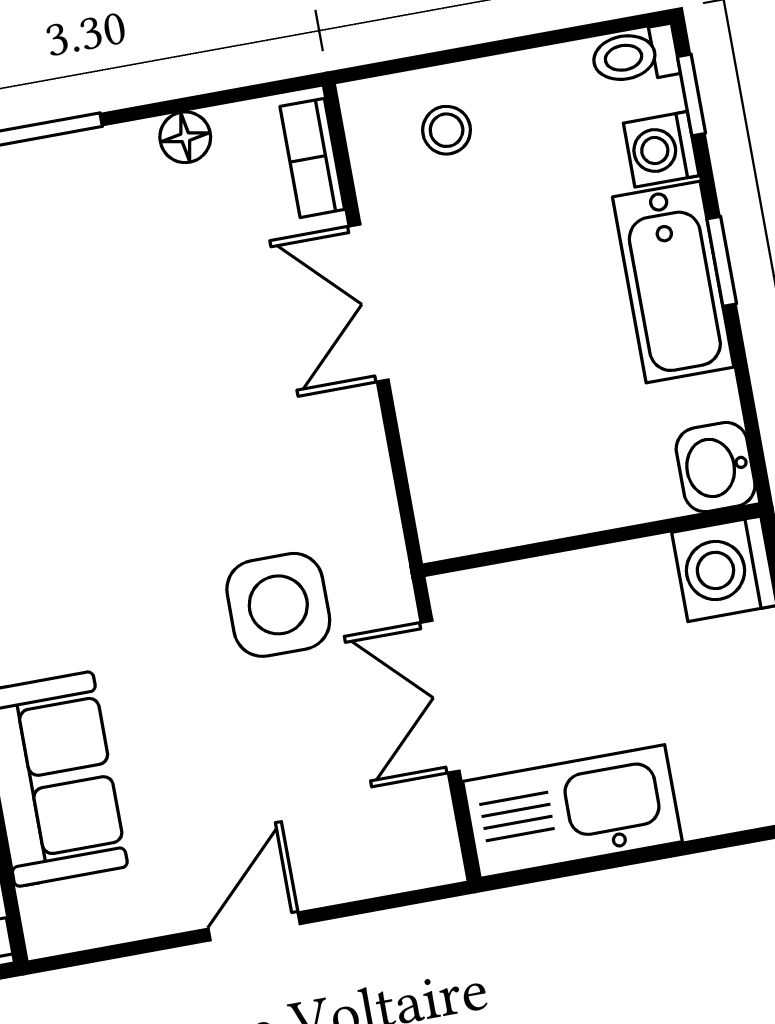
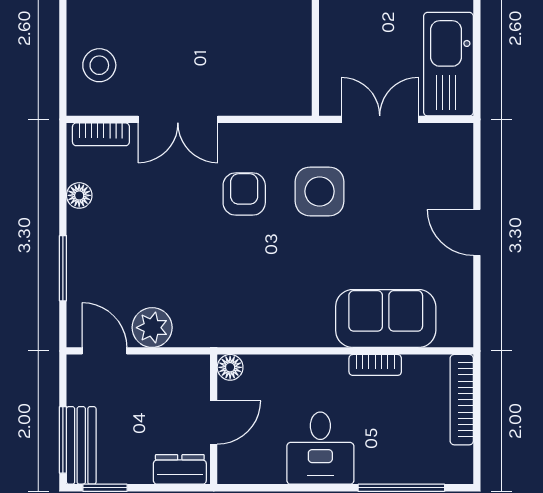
stool: (447, 130) -> (99, 65), width x1.37, depth x1.37
armchair: (247, 459) -> (244, 194), added
double door: (440, 697) -> (380, 119), swing flipped

